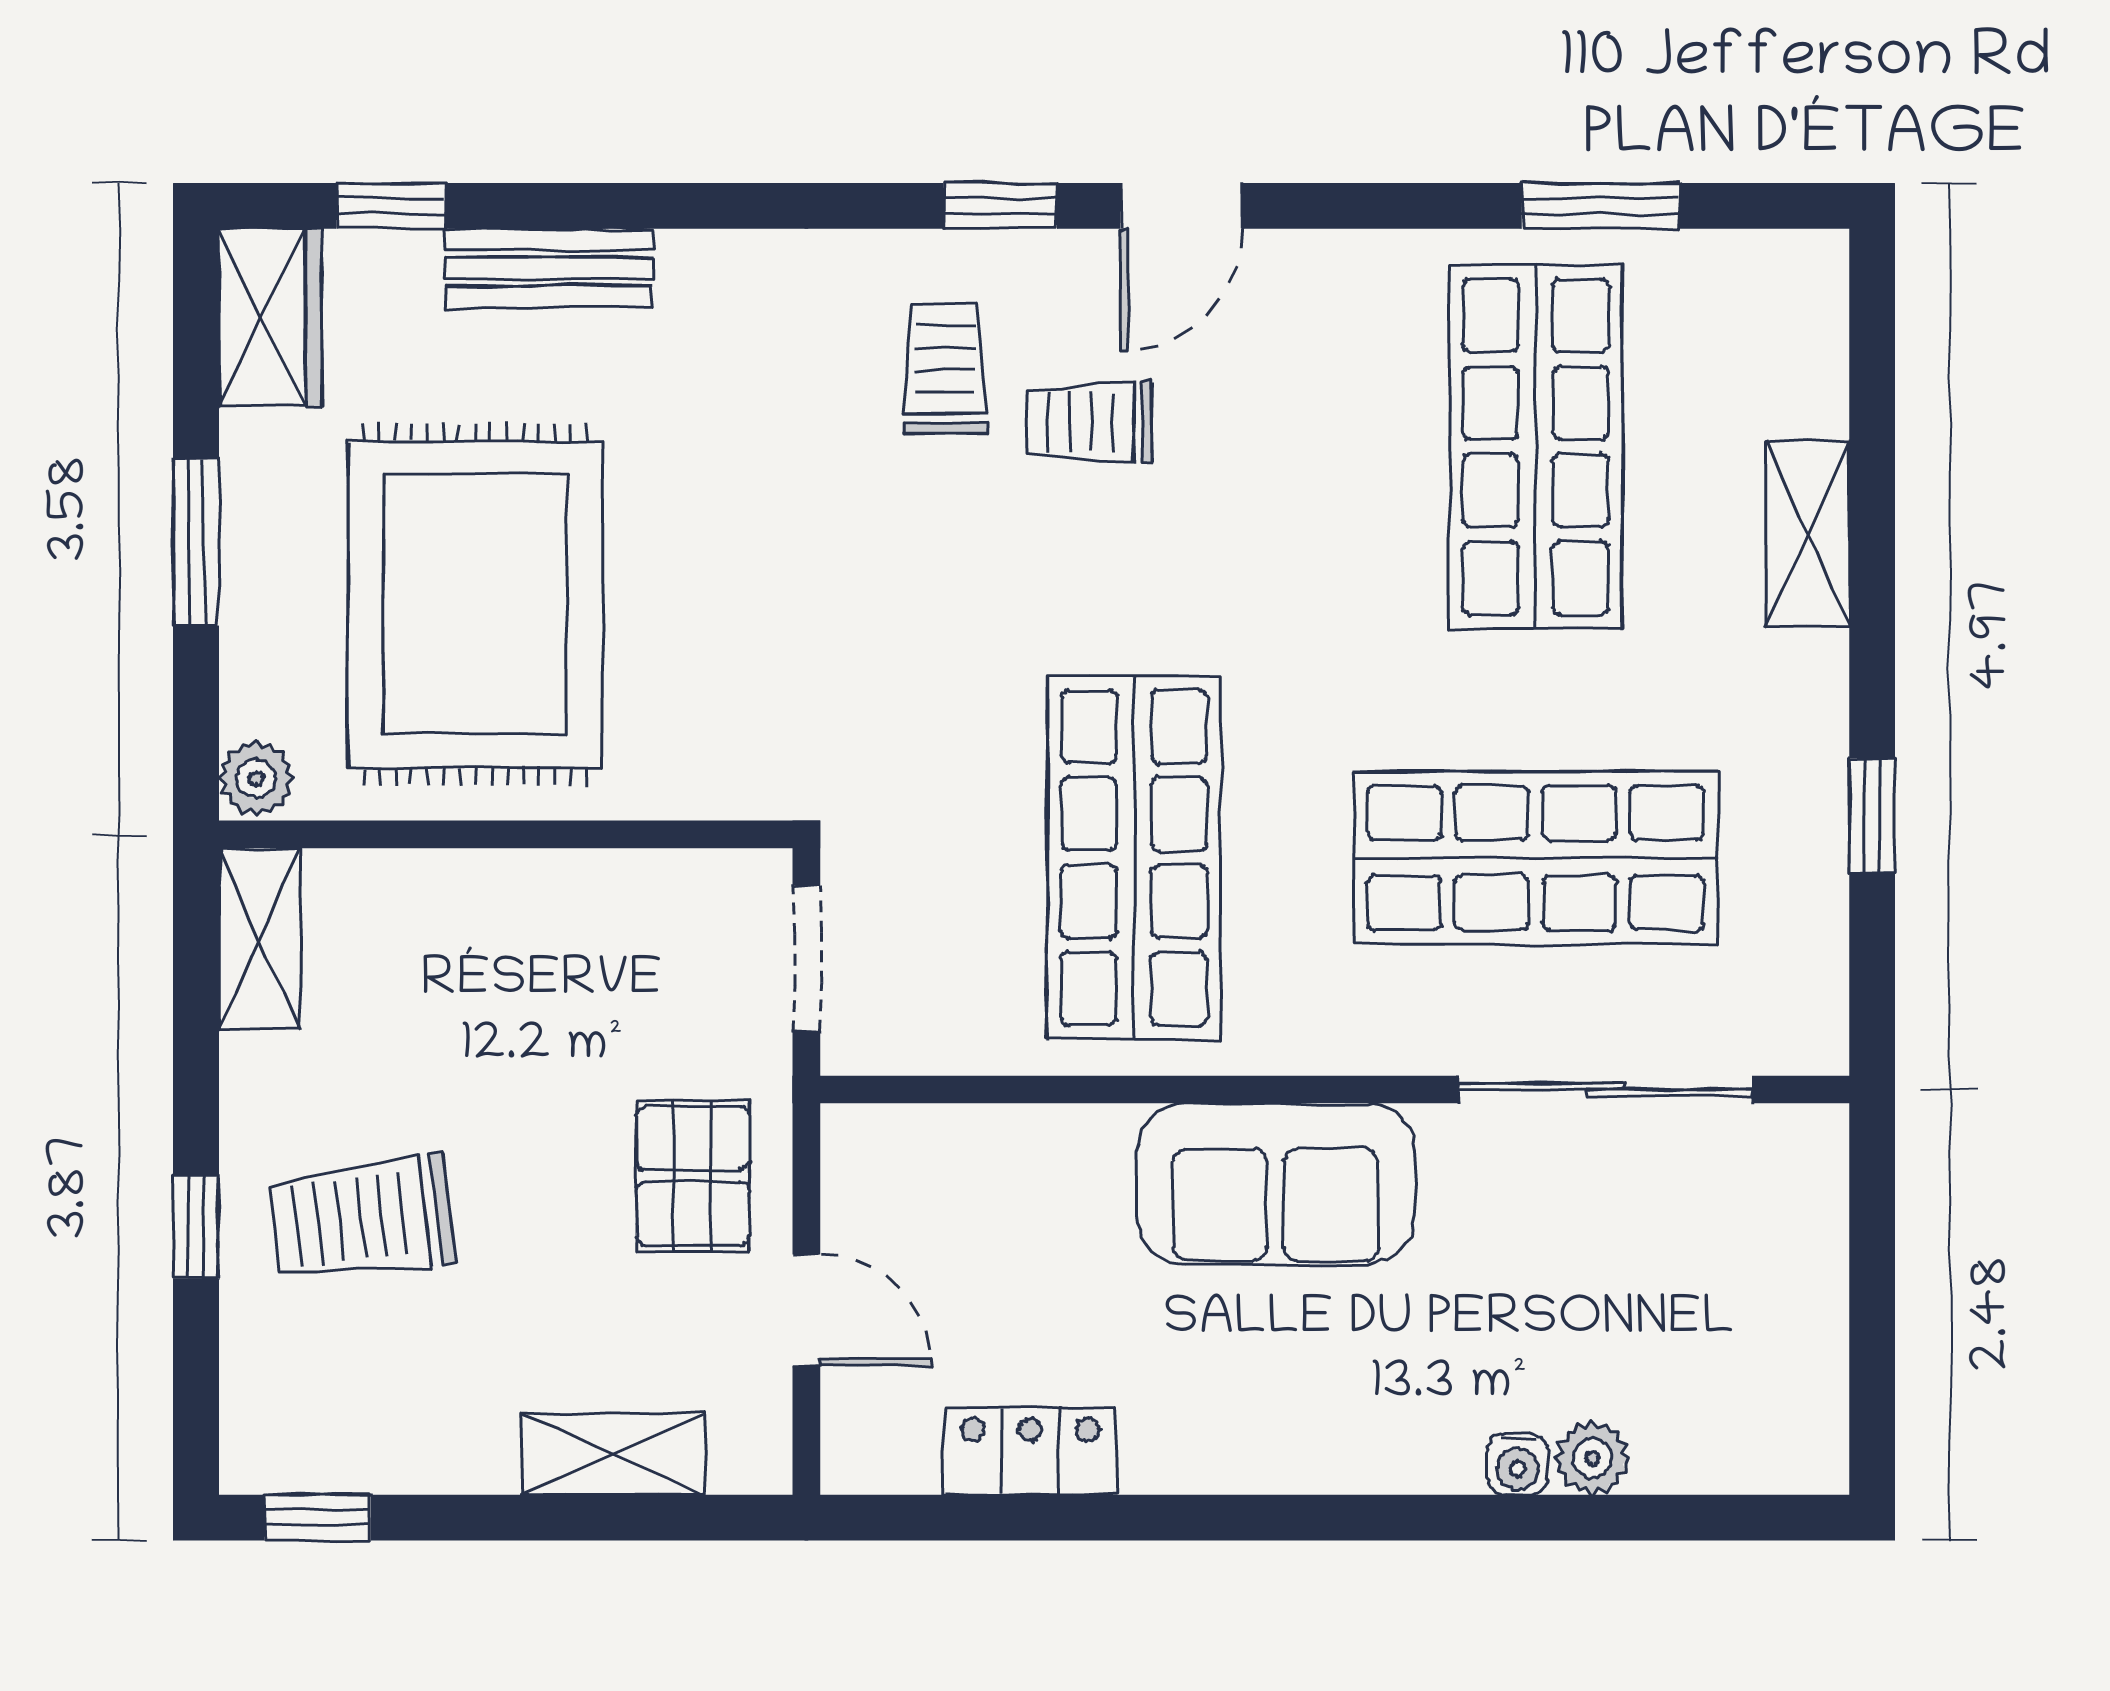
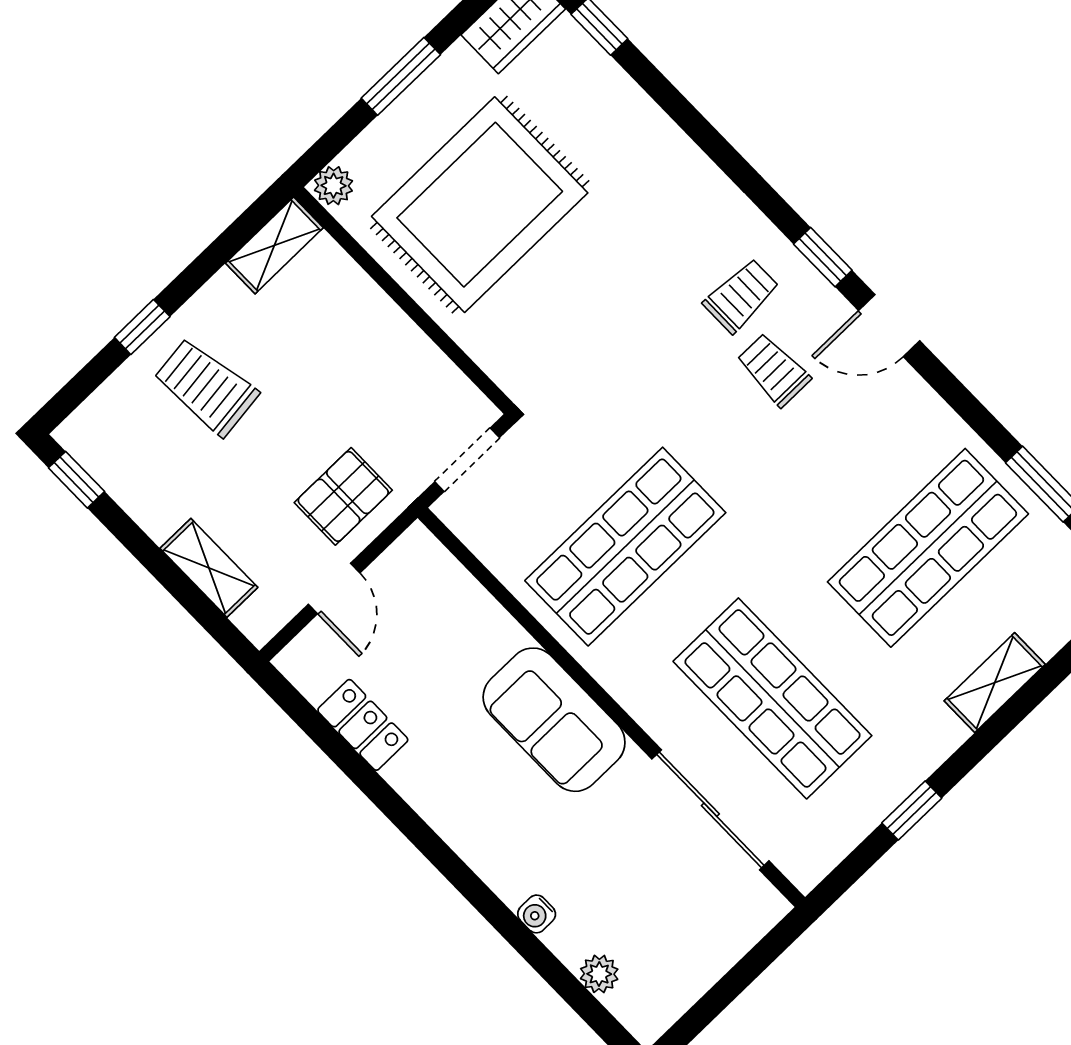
bench: (549, 268) -> (634, 109), removed
plant: (1592, 1458) -> (599, 974), moved

